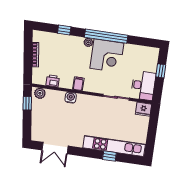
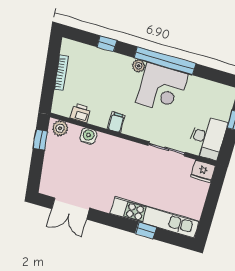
water cooler: (71, 98) -> (88, 136), moved

